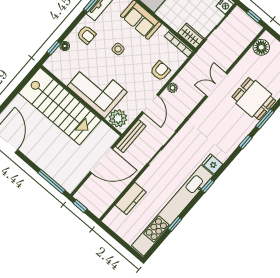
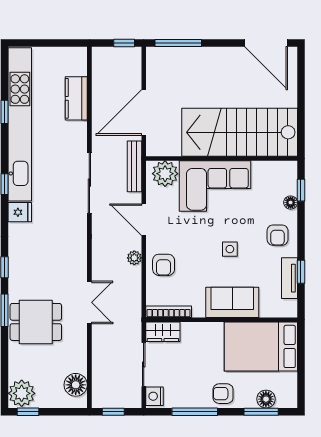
armchair: (86, 35) -> (278, 235), turned -90

